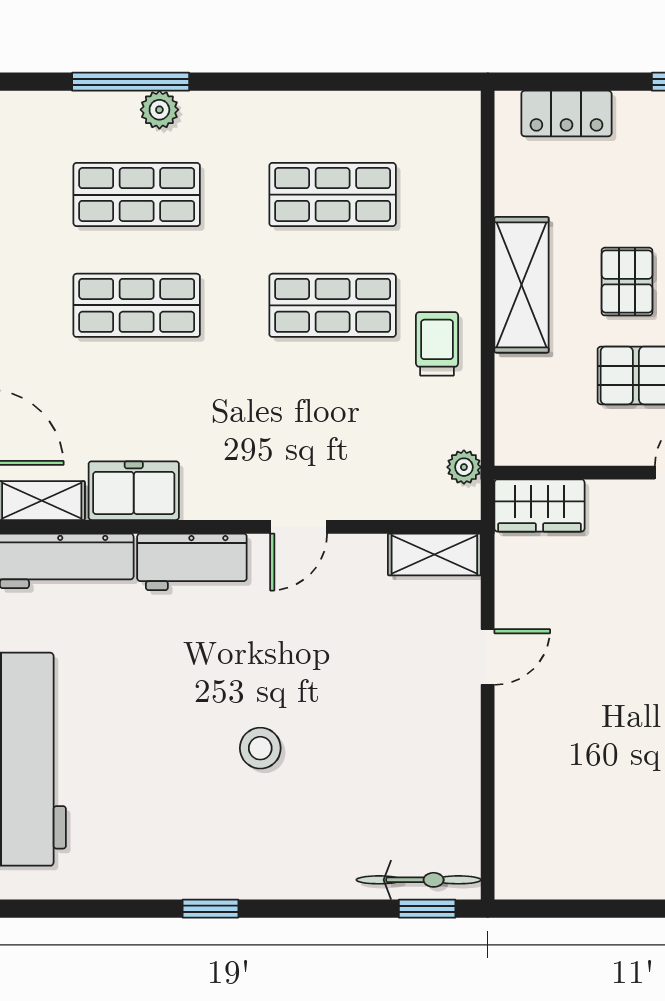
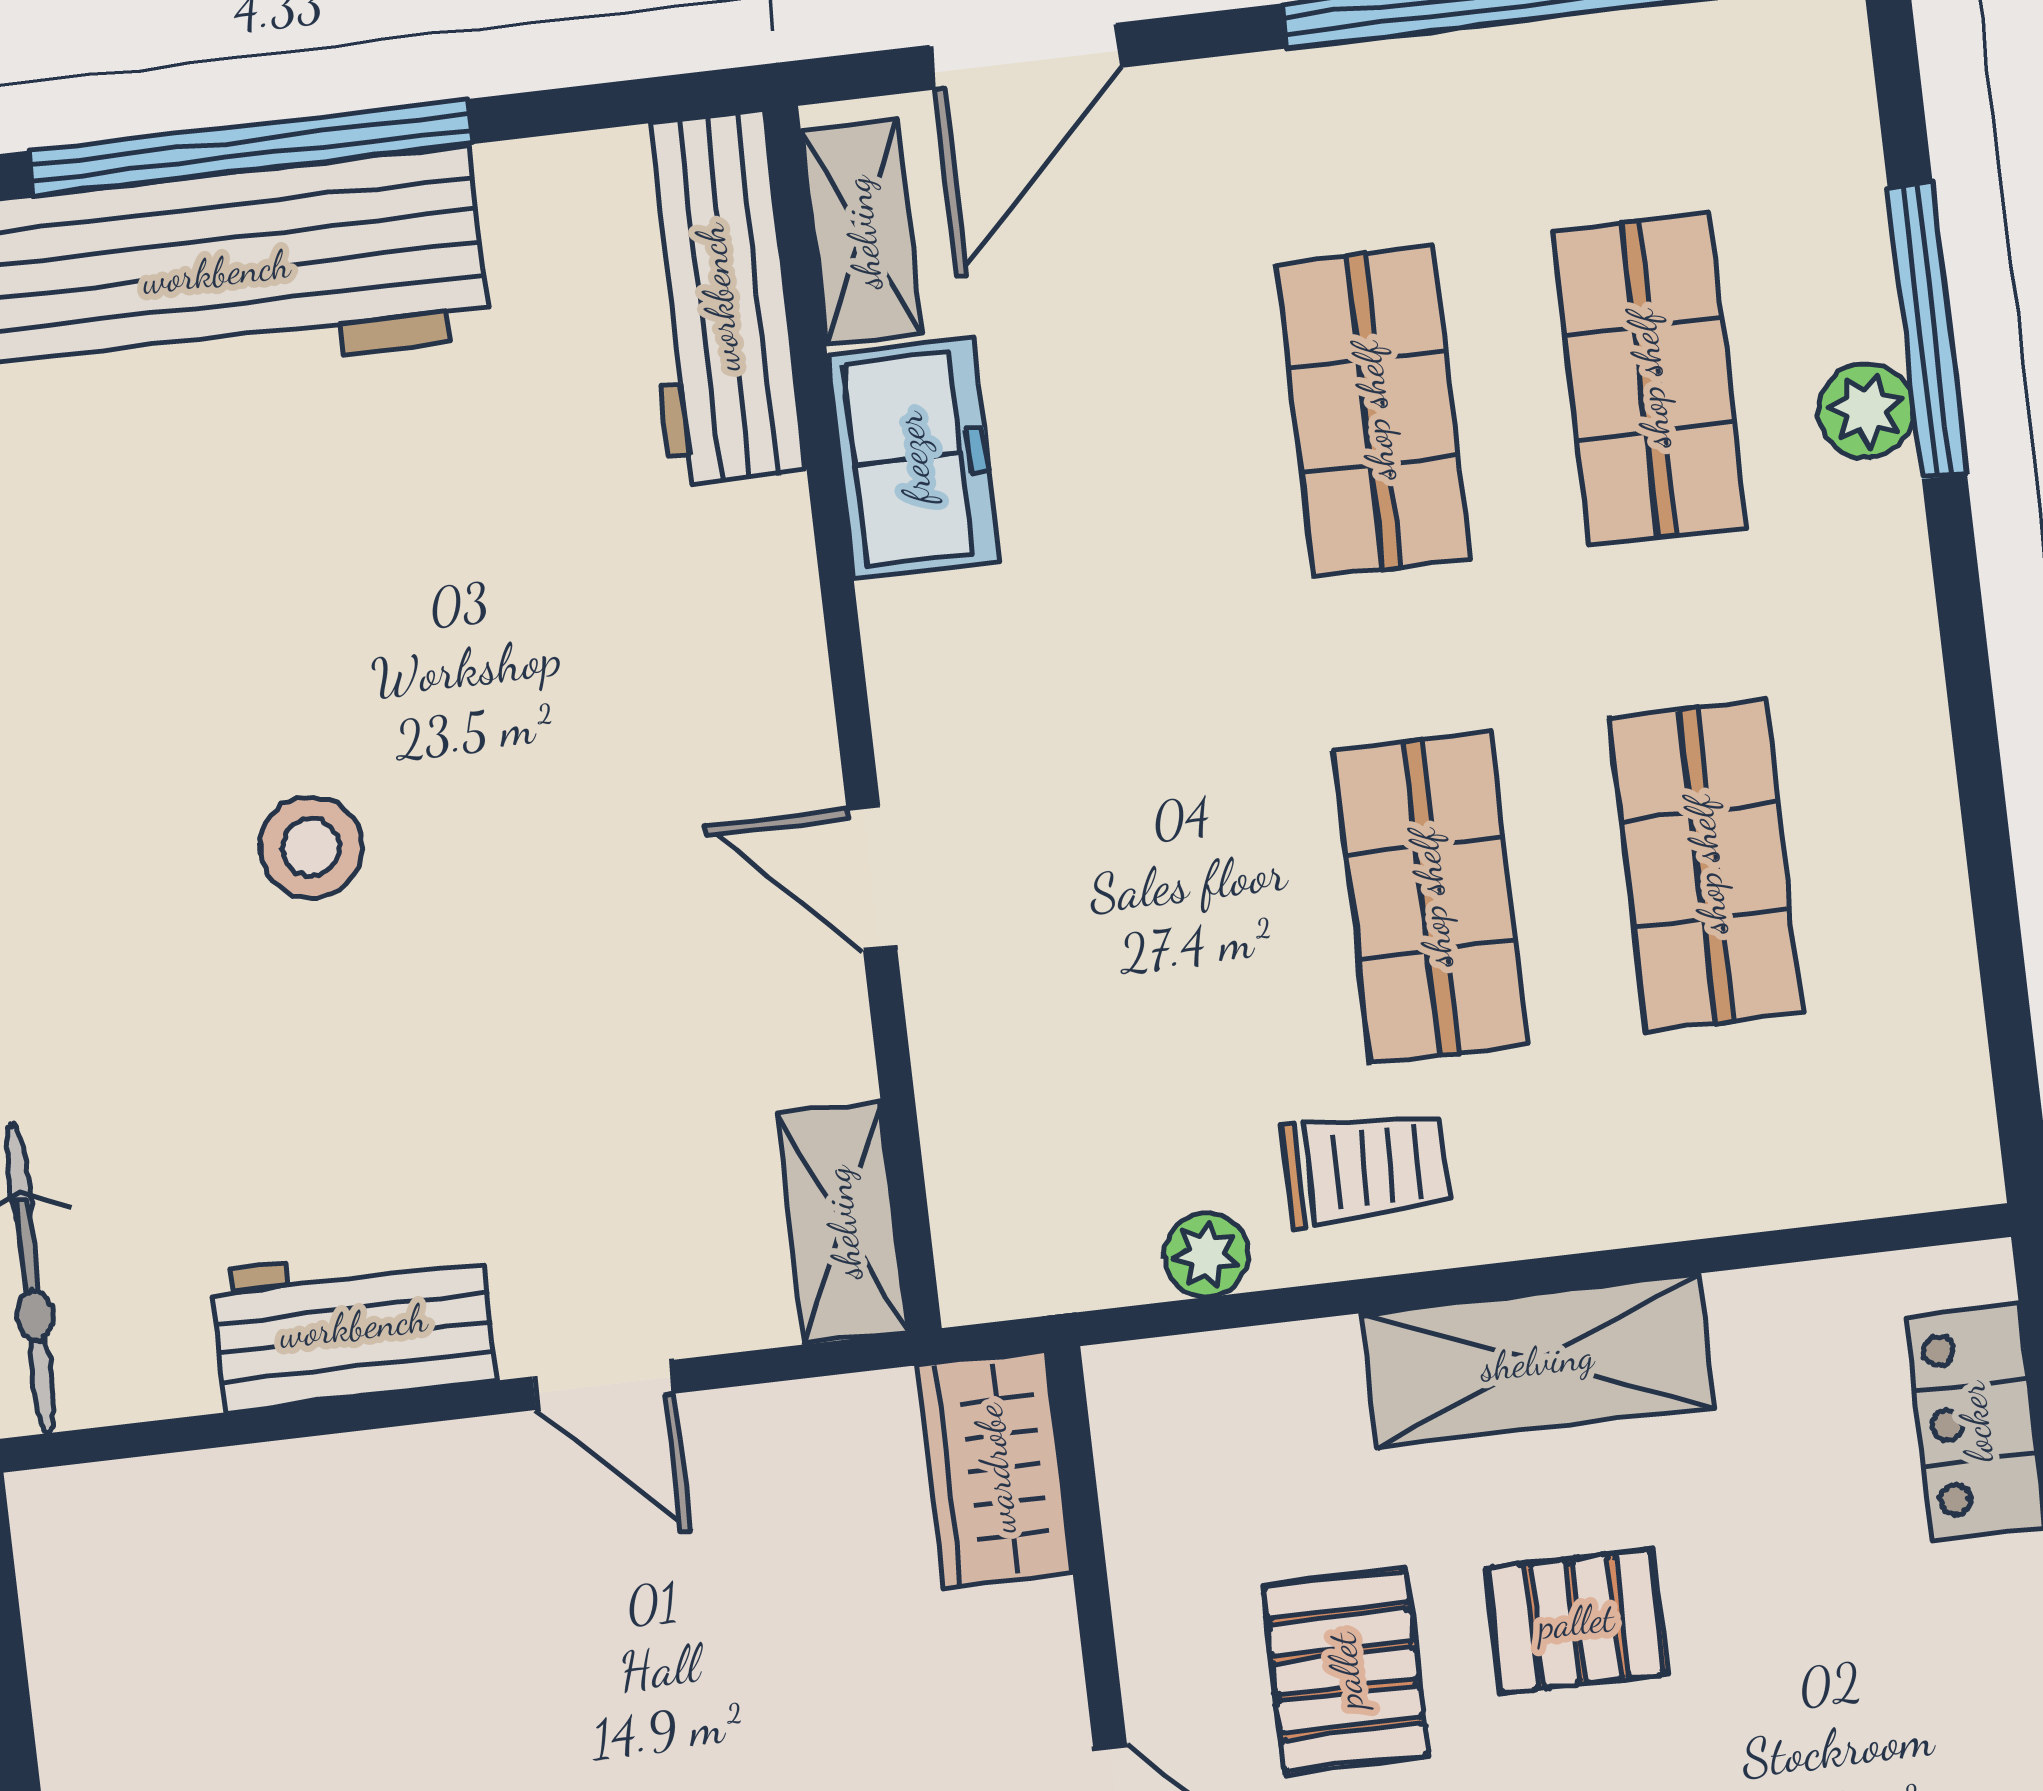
plant: (464, 467) -> (1206, 1255), moved
workbench: (192, 562) -> (353, 1326), moved, turned 90

